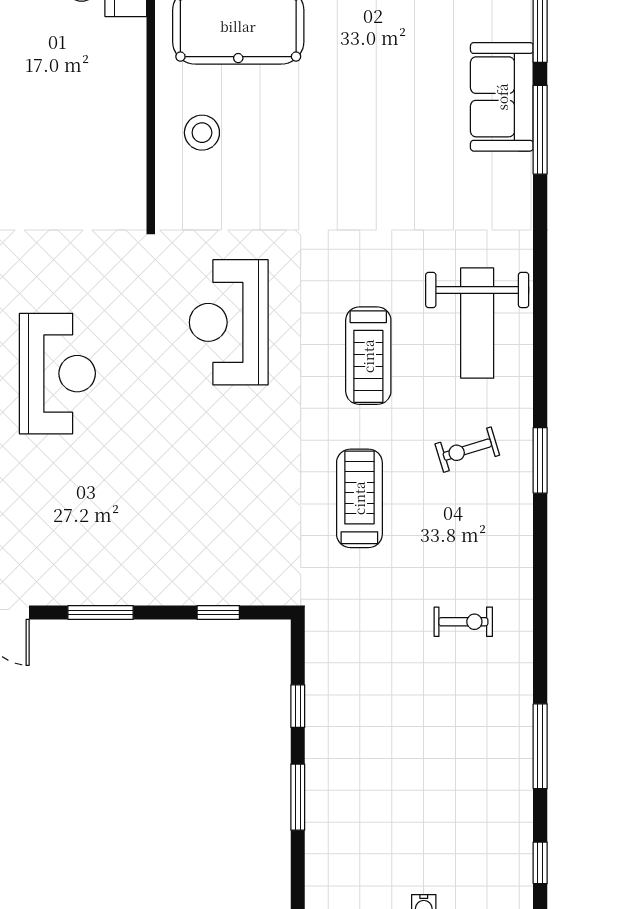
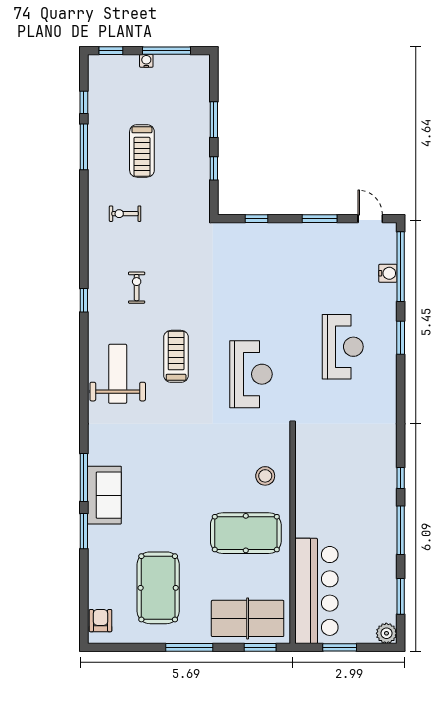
reception desk: (57, 374) -> (343, 347), turned 180
exercise bike: (467, 450) -> (137, 288), moved, turned -73
window: (540, 460) -> (84, 300), width x0.67
treadmill: (359, 498) -> (142, 151), moved
window: (540, 863) -> (84, 102), moved

